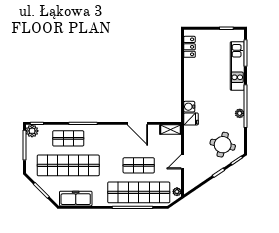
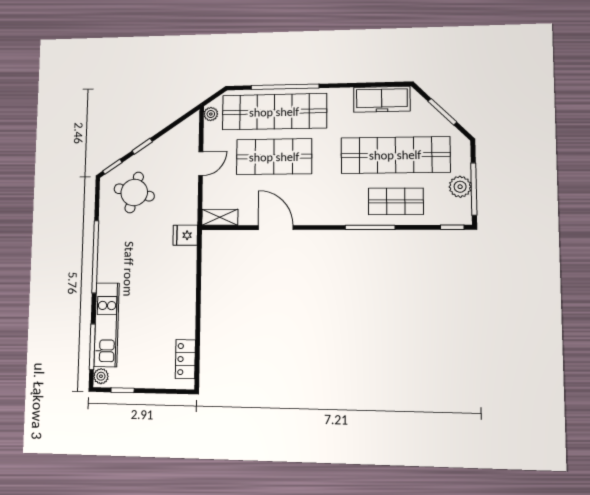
water cooler: (189, 107) -> (188, 256), removed
plant: (240, 113) -> (101, 376), moved
plant: (32, 131) -> (460, 187), moved
shop shelf: (139, 165) -> (274, 157), width x1.43, depth x1.36

